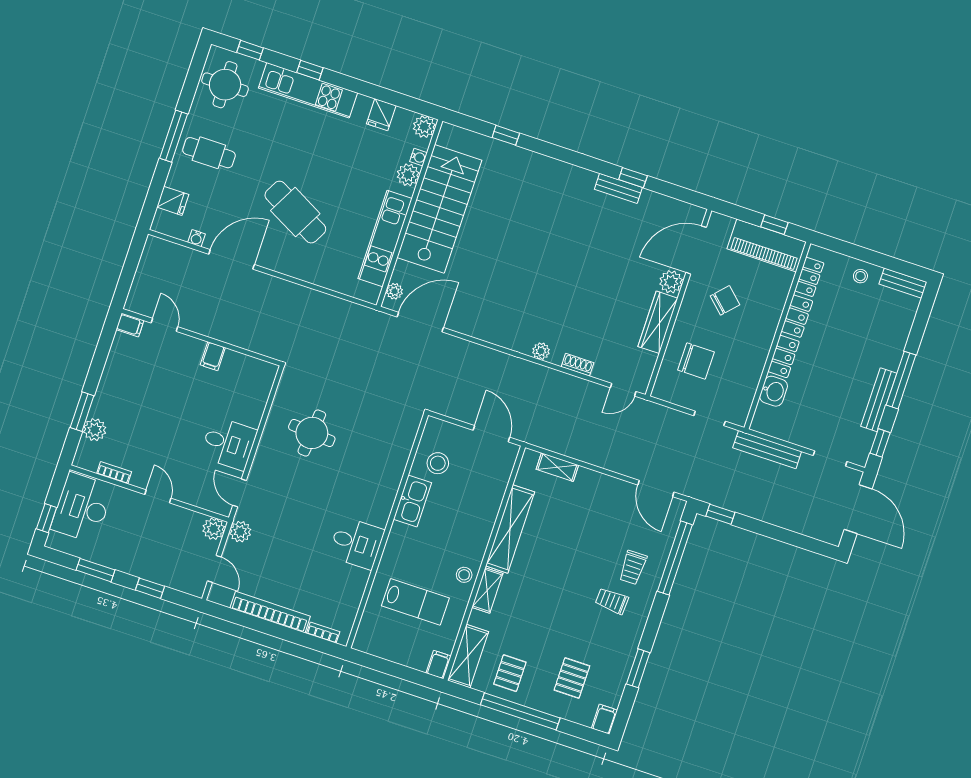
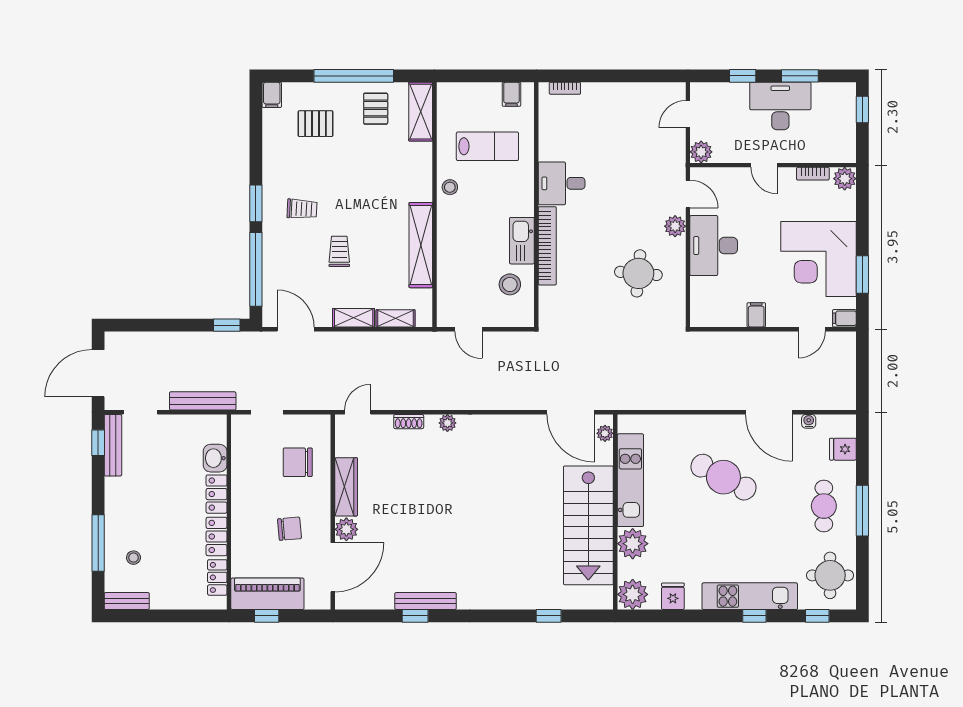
plant: (424, 127) -> (633, 594), width x1.36, depth x1.36
cafe table: (209, 153) -> (824, 506), turned 90
water cooler: (418, 157) -> (624, 568), removed
plant: (408, 175) -> (633, 544), width x1.36, depth x1.36
bench: (618, 188) -> (426, 601), width x1.36
door: (232, 259) -> (769, 412), hinge flipped
stool: (860, 276) -> (134, 558), moved
chair: (725, 300) -> (290, 529), turned -138
door: (420, 322) -> (571, 412), hinge flipped
door: (164, 325) -> (812, 329), hinge flipped
window: (901, 380) -> (98, 543), moved
corner desk: (136, 390) -> (819, 259), added
bench: (879, 400) -> (113, 445), moved
window: (82, 412) -> (862, 275), moved
plant: (95, 430) -> (845, 179), moved
door: (491, 434) -> (468, 329), width x0.73
desk: (229, 443) -> (714, 246), width x1.37
desk: (82, 508) -> (780, 106), moved, turned -90
door: (858, 509) -> (98, 373), hinge flipped
plant: (240, 532) -> (675, 226), moved
trolley: (633, 568) -> (339, 251), moved
door: (214, 569) -> (688, 114), hinge flipped
shelving: (487, 590) -> (354, 318), moved, turned 90
lab bench: (415, 602) -> (487, 146), turned 180
bookcase: (270, 612) -> (547, 246), moved, turned -90
filing cabinet: (438, 665) -> (511, 94), moved
window: (638, 668) -> (256, 203), moved
pallet: (572, 678) -> (316, 124), turned 90

